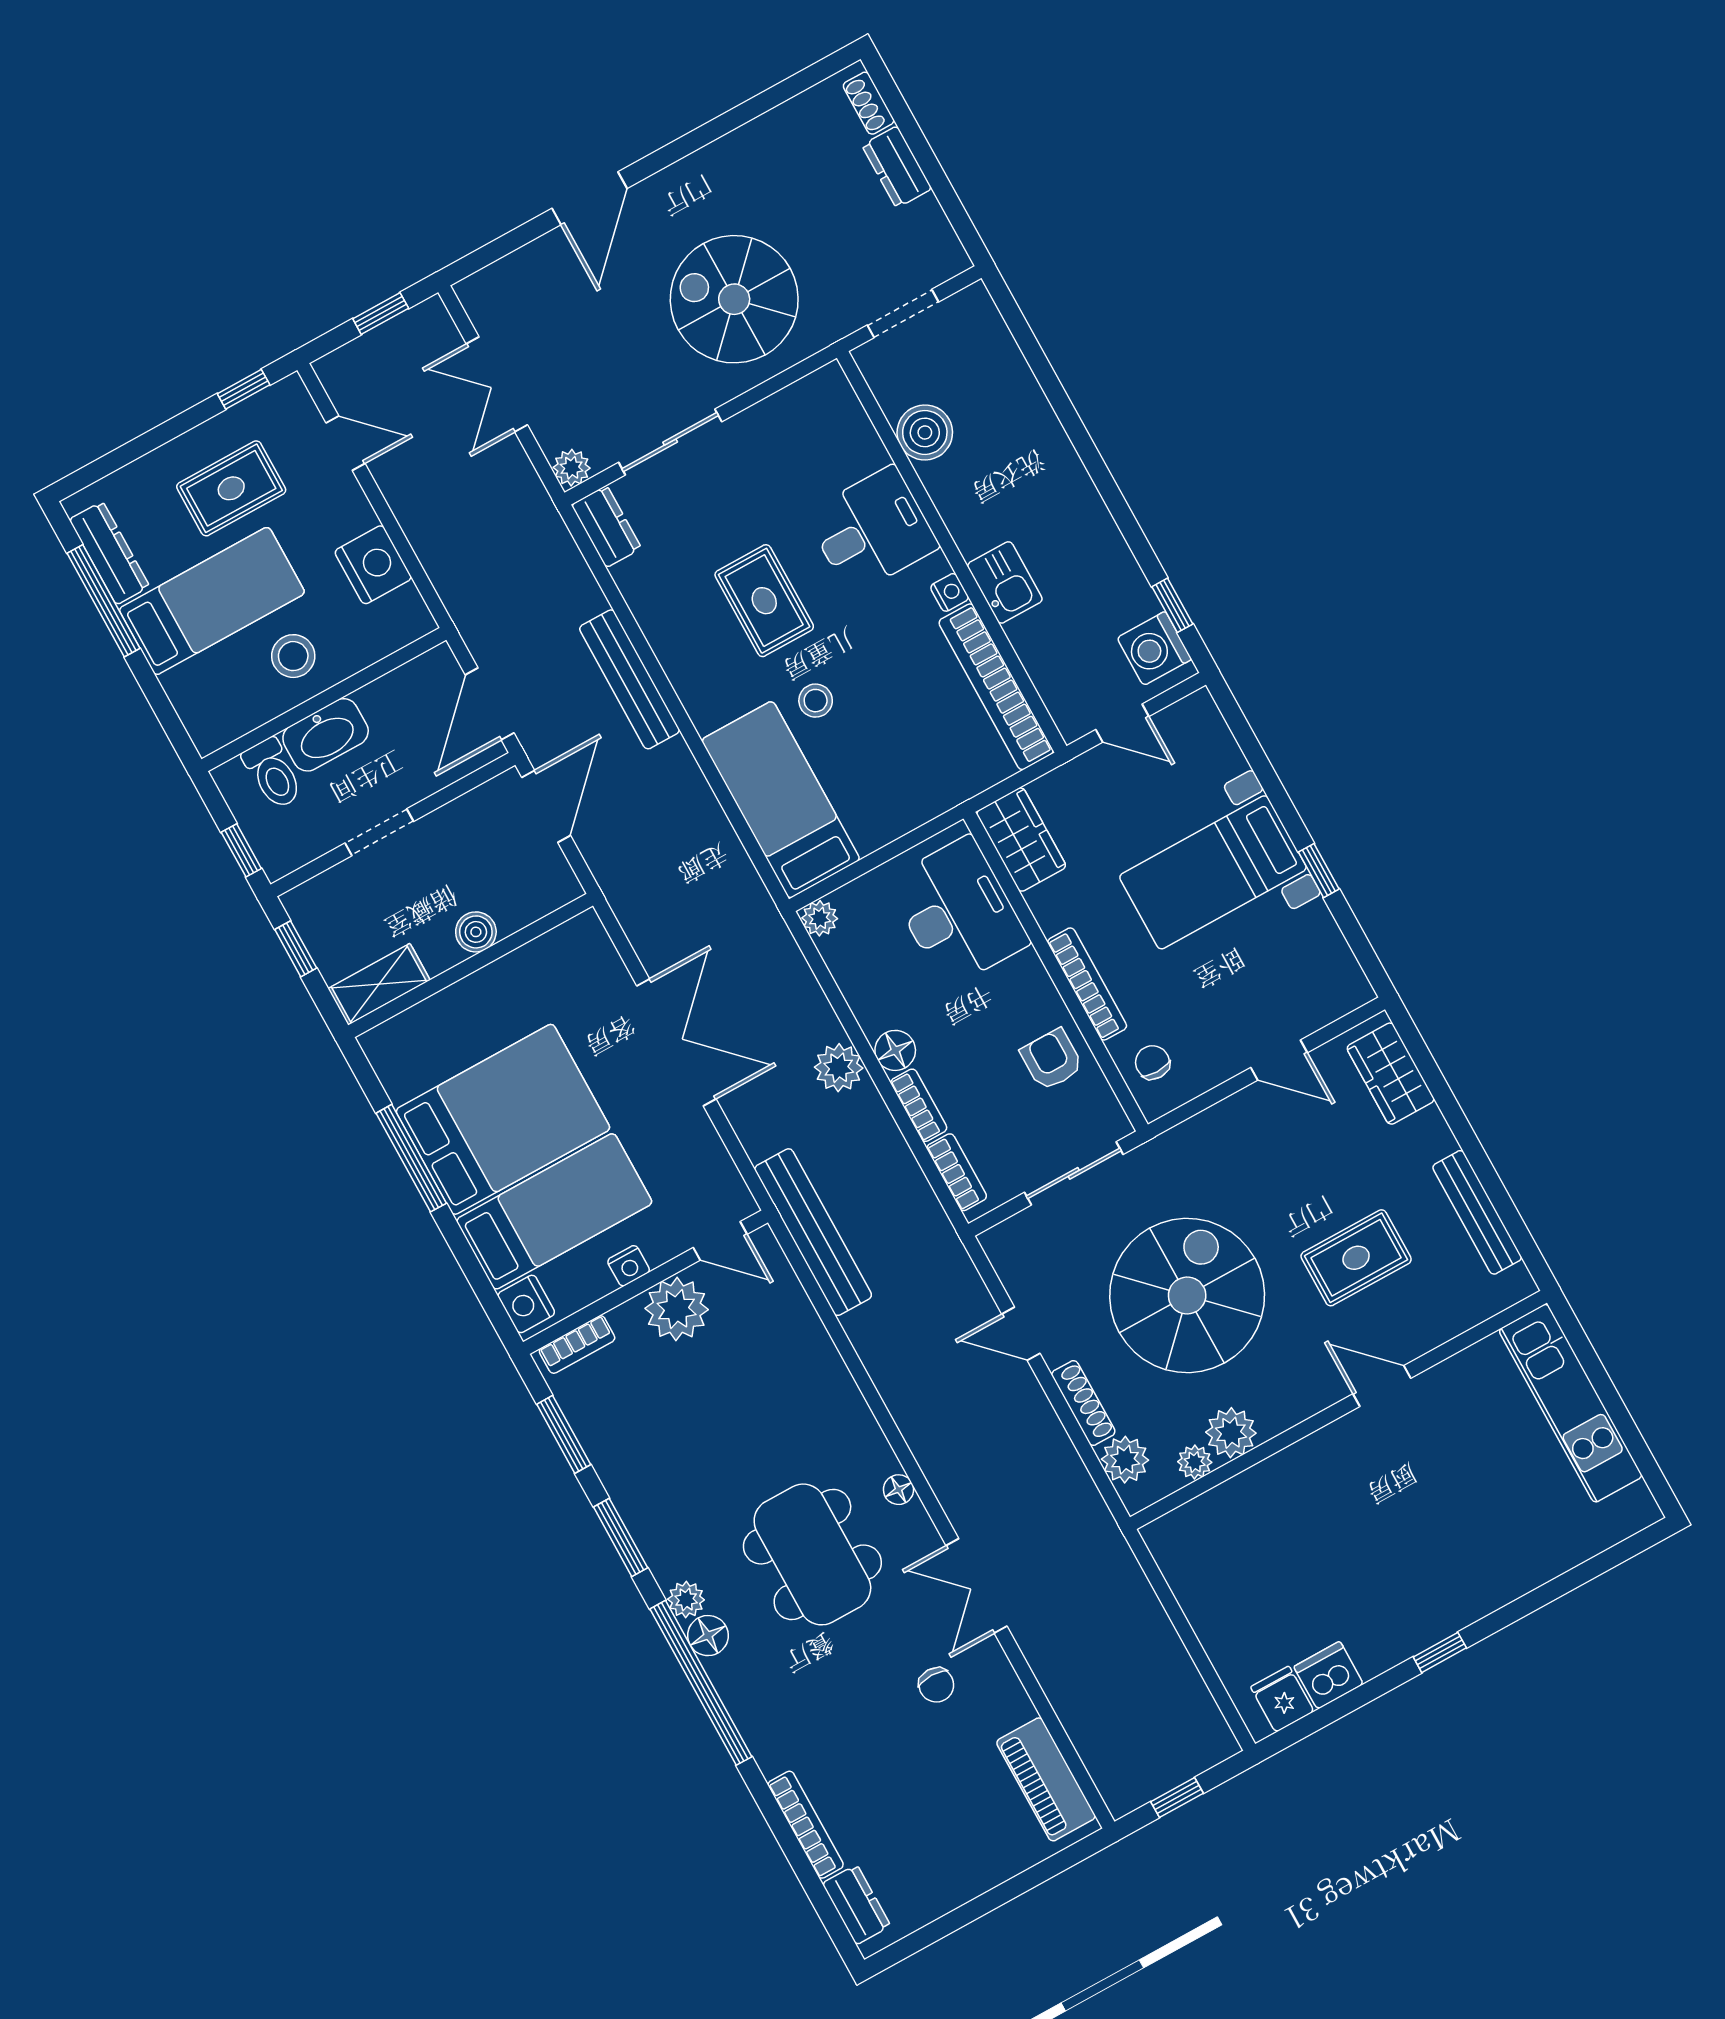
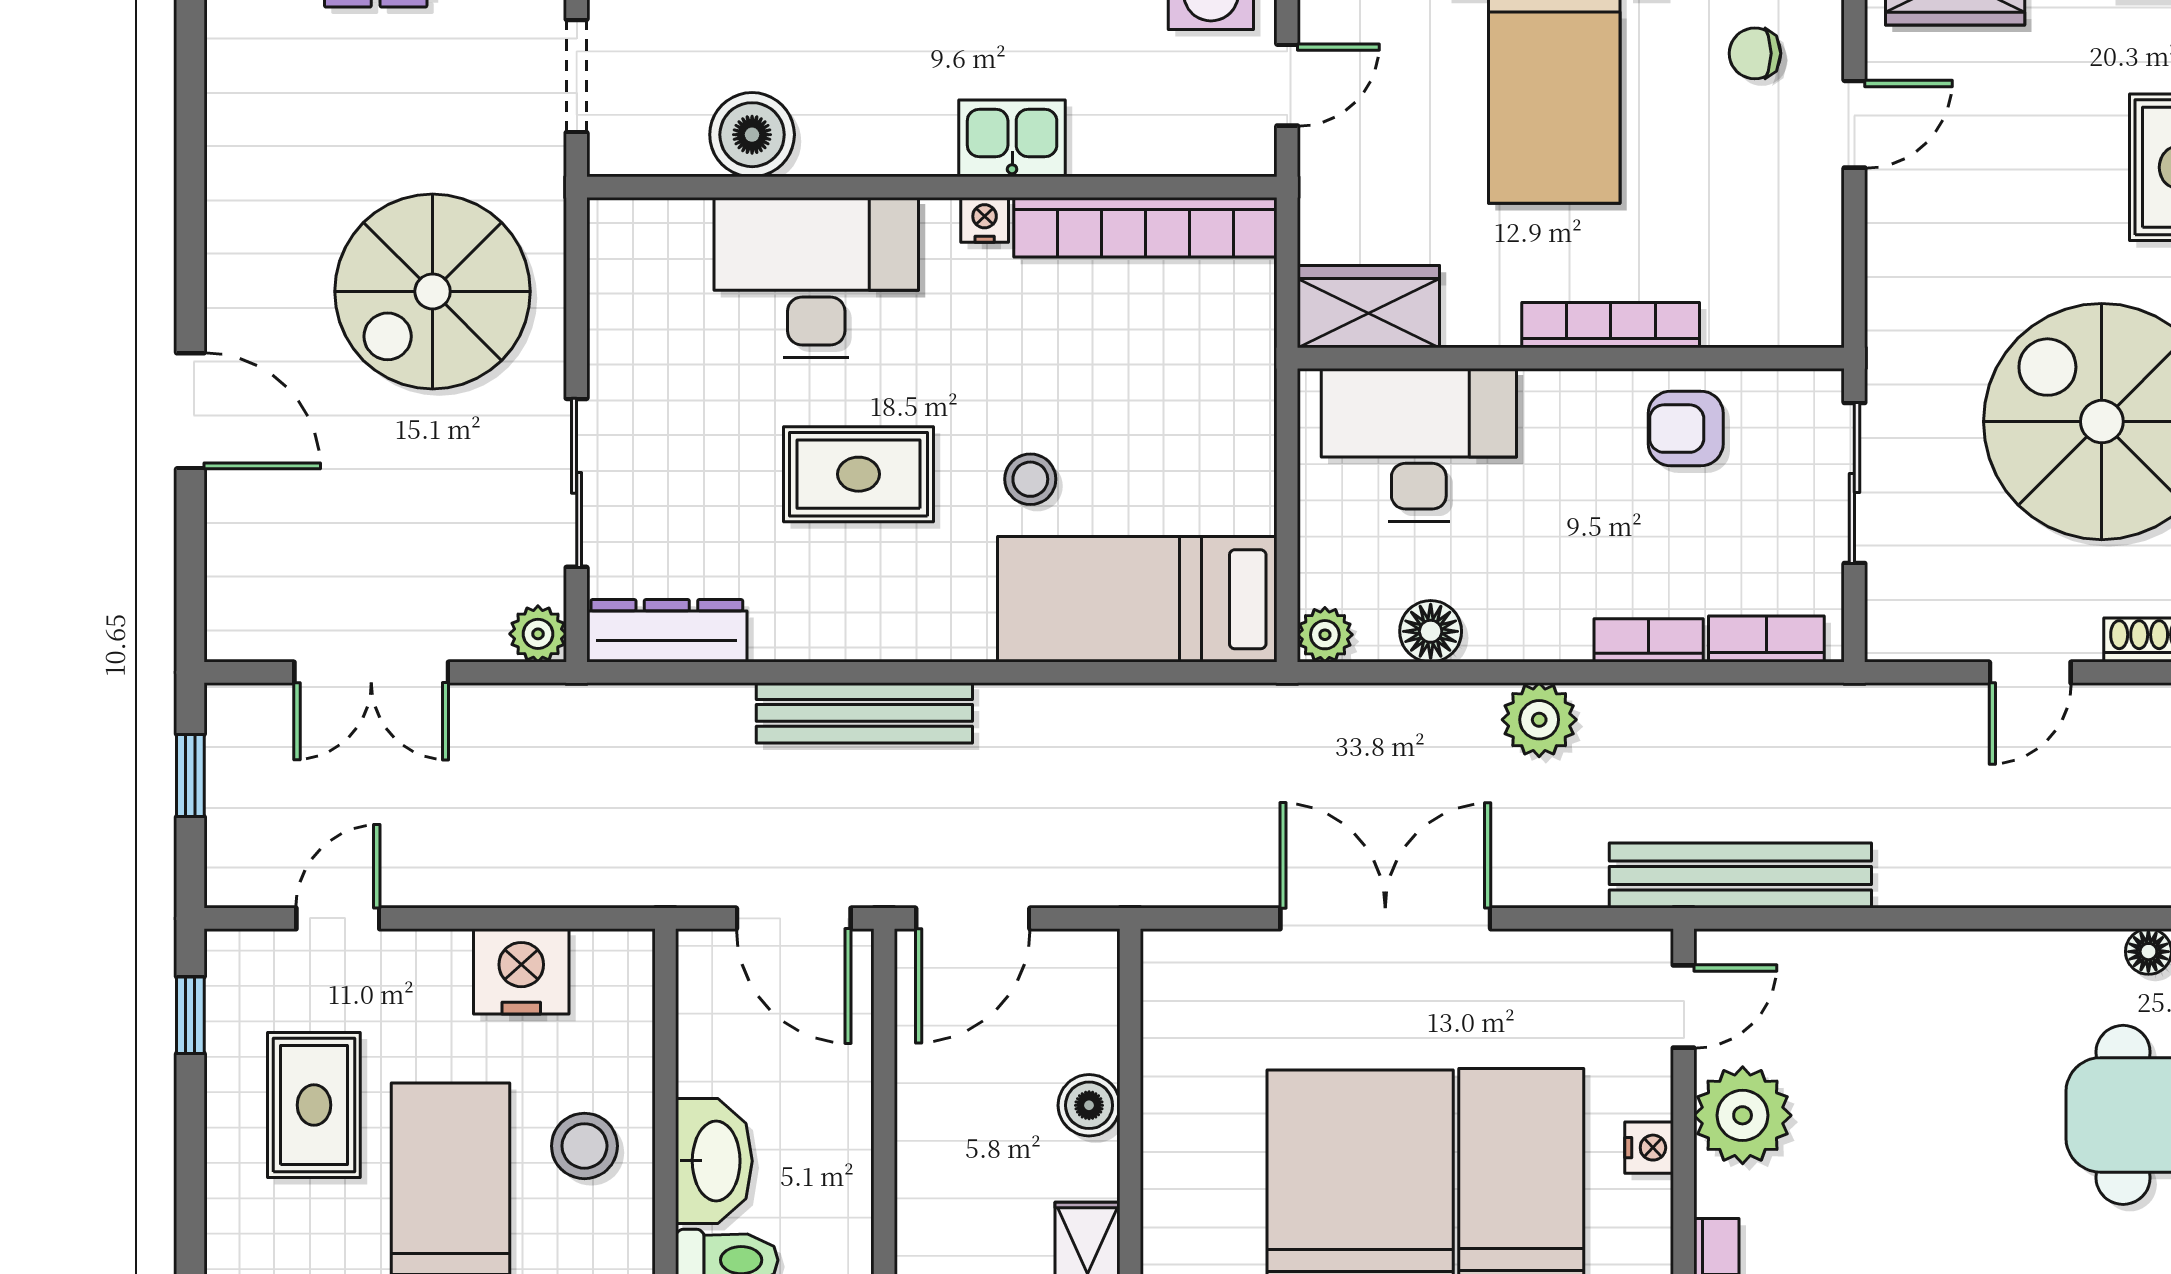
dresser: (606, 526) -> (667, 631), width x1.44
desk: (872, 530) -> (816, 278), width x1.37
door: (546, 806) -> (973, 918), swing flipped
doorway: (379, 832) -> (884, 1161), removed
floor lamp: (895, 1050) -> (1431, 631), moved
chair: (1152, 1062) -> (1755, 53), moved

